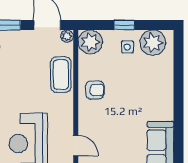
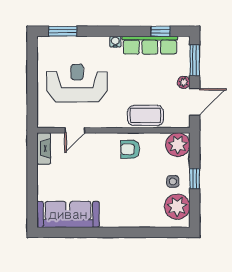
plant: (67, 36) -> (184, 82), moved
armchair: (95, 90) -> (130, 149), turned 89

